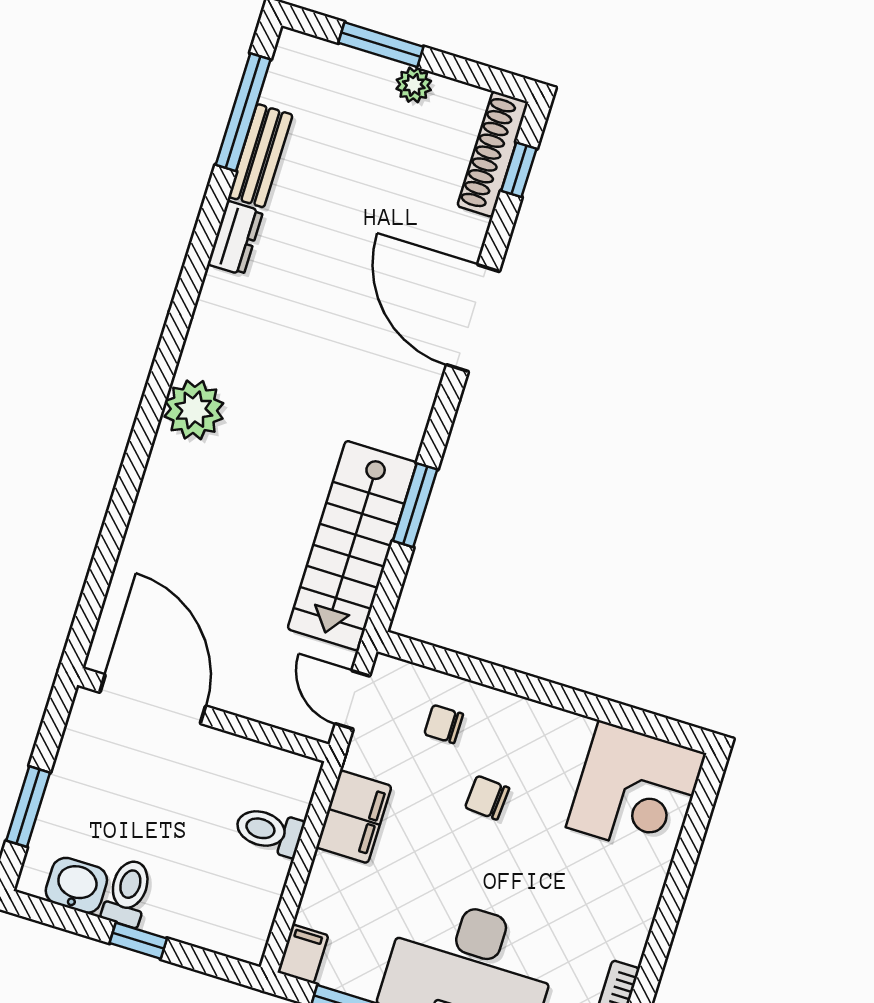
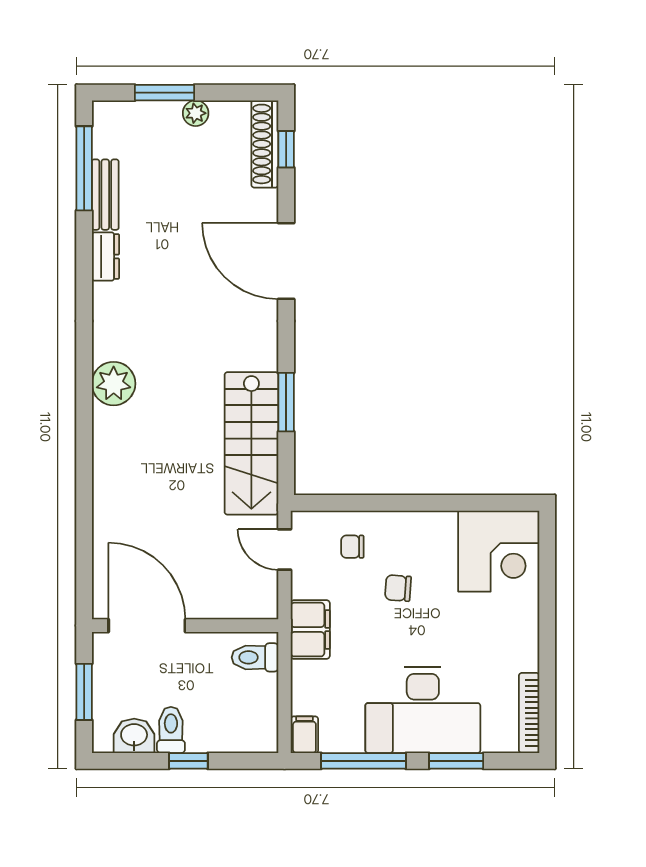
door: (153, 699) -> (147, 626), moved
wall: (203, 715) -> (185, 626), moved

